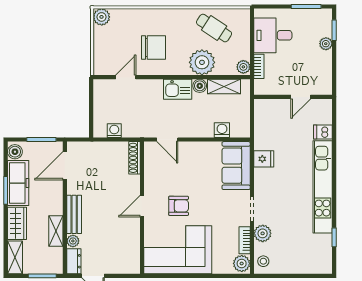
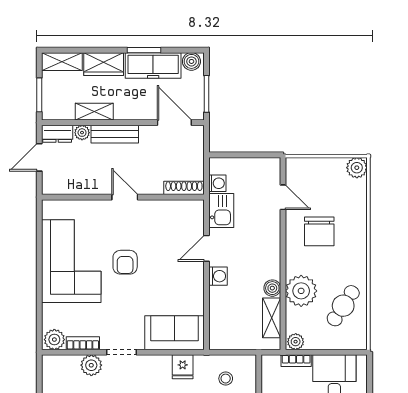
kitchen sink: (178, 89) -> (221, 210), moved, turned 180
washing machine: (222, 130) -> (218, 276), moved
shoe rack: (134, 158) -> (184, 188), moved
door: (142, 206) -> (125, 197), moved
wall: (142, 208) -> (123, 197), moved
stool: (263, 261) -> (226, 379), moved

